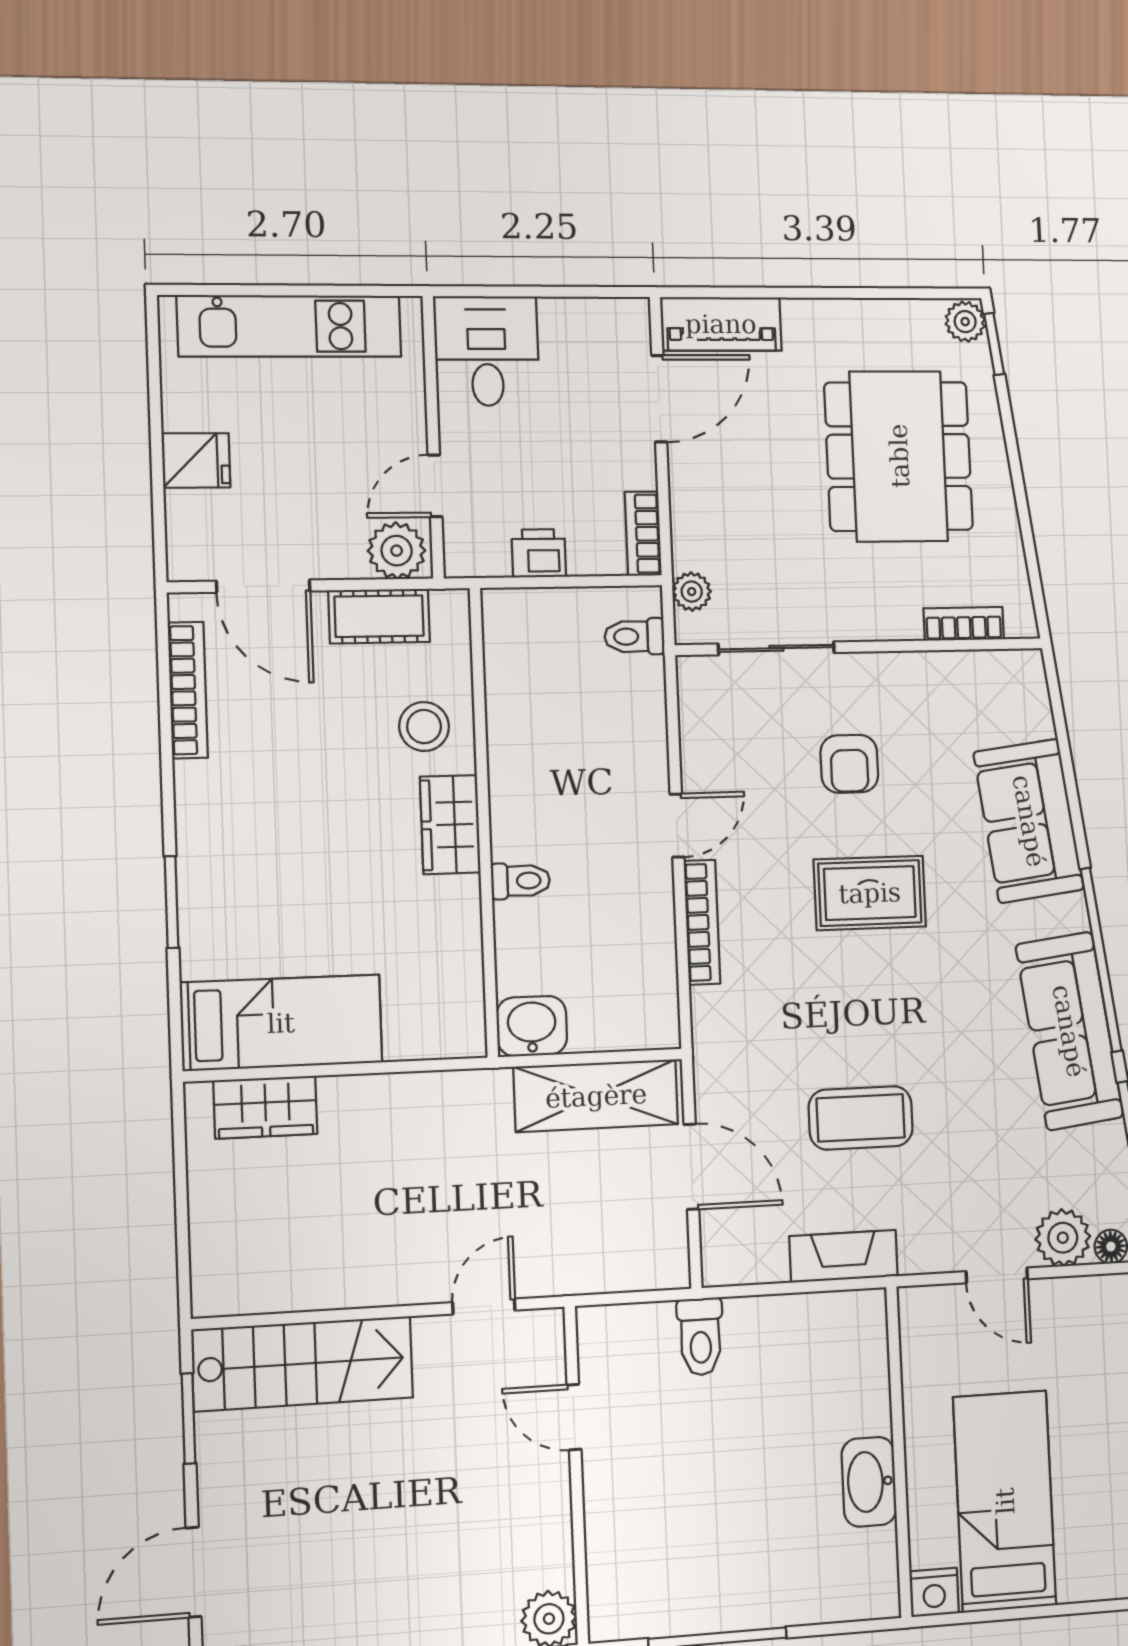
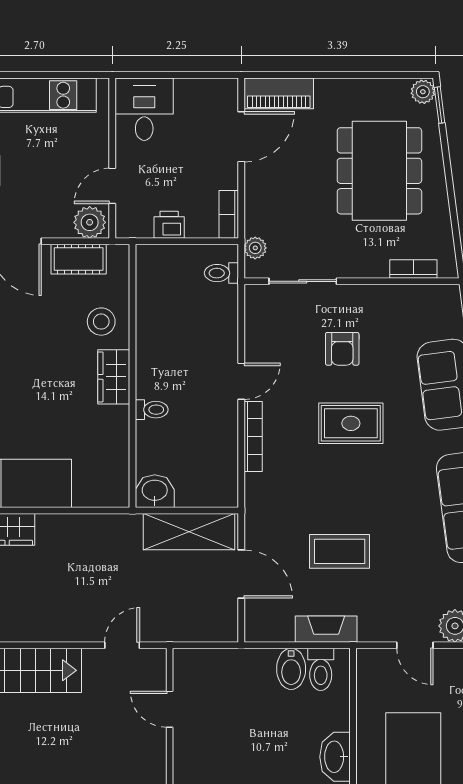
bidet: (786, 1330) -> (291, 669), added
toilet: (700, 1337) -> (321, 669), moved

